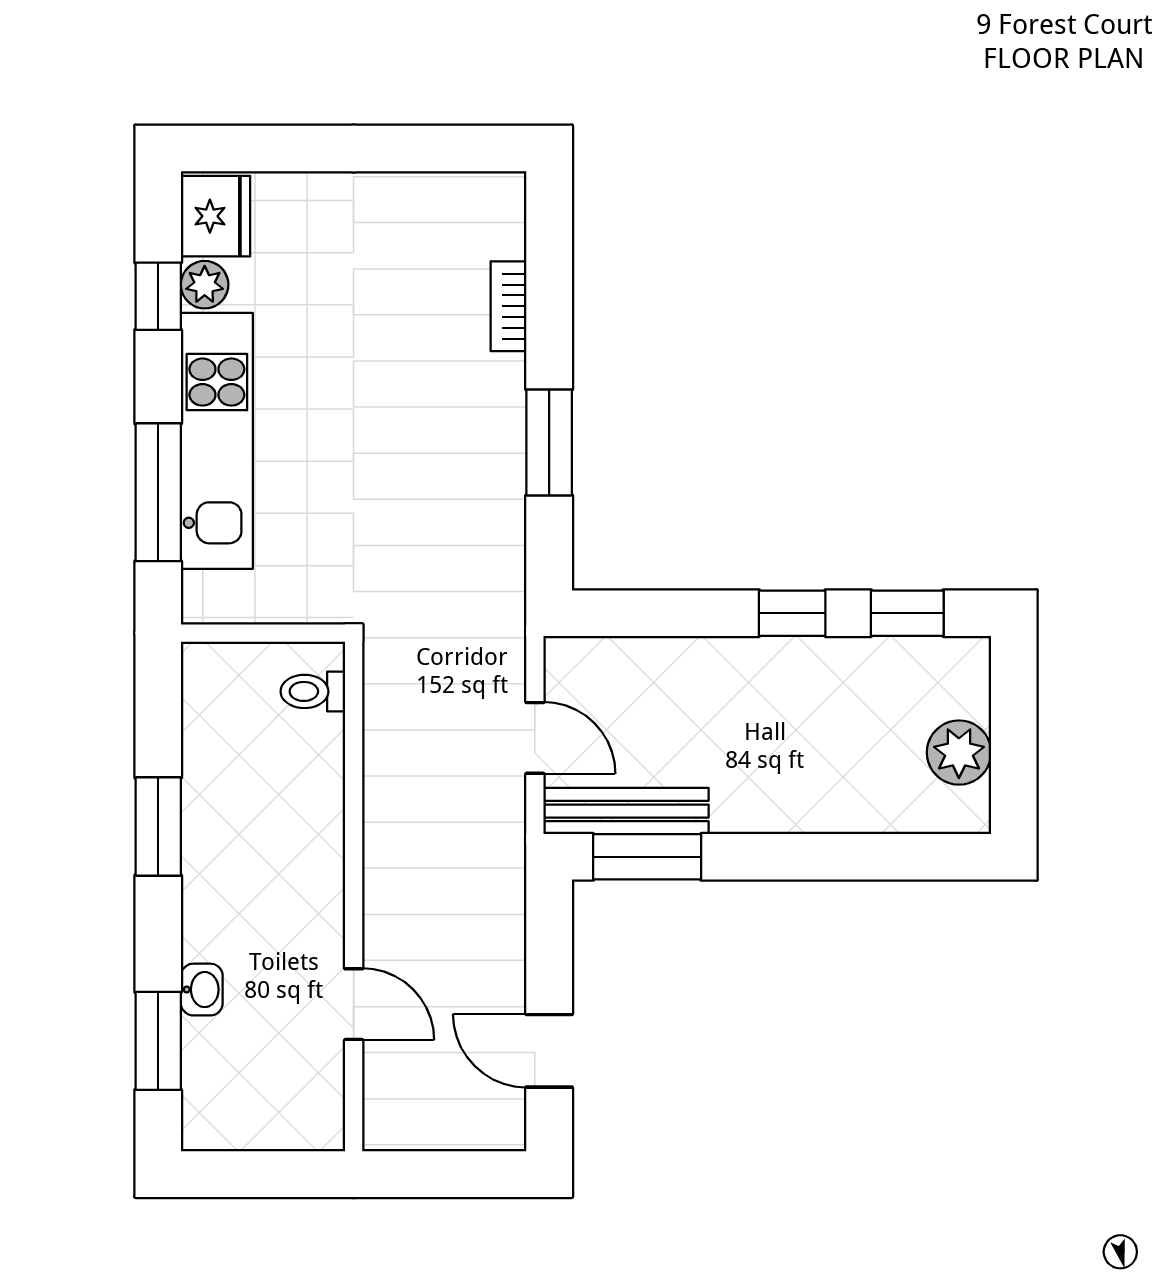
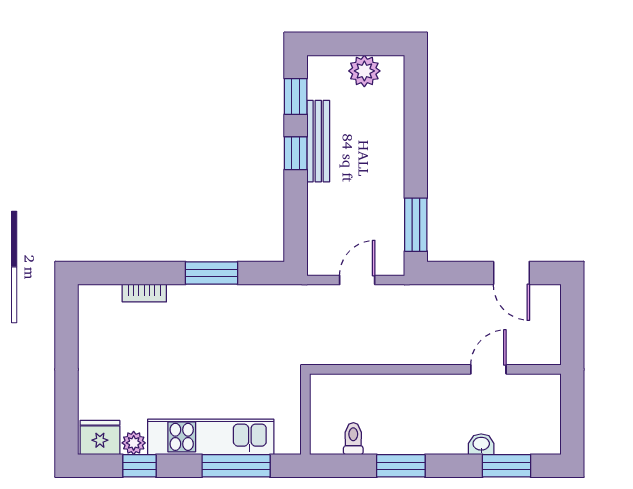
toilet: (313, 691) -> (353, 439), moved, turned 180
bench: (626, 811) -> (318, 141), moved
door: (549, 1051) -> (511, 273), hinge flipped

